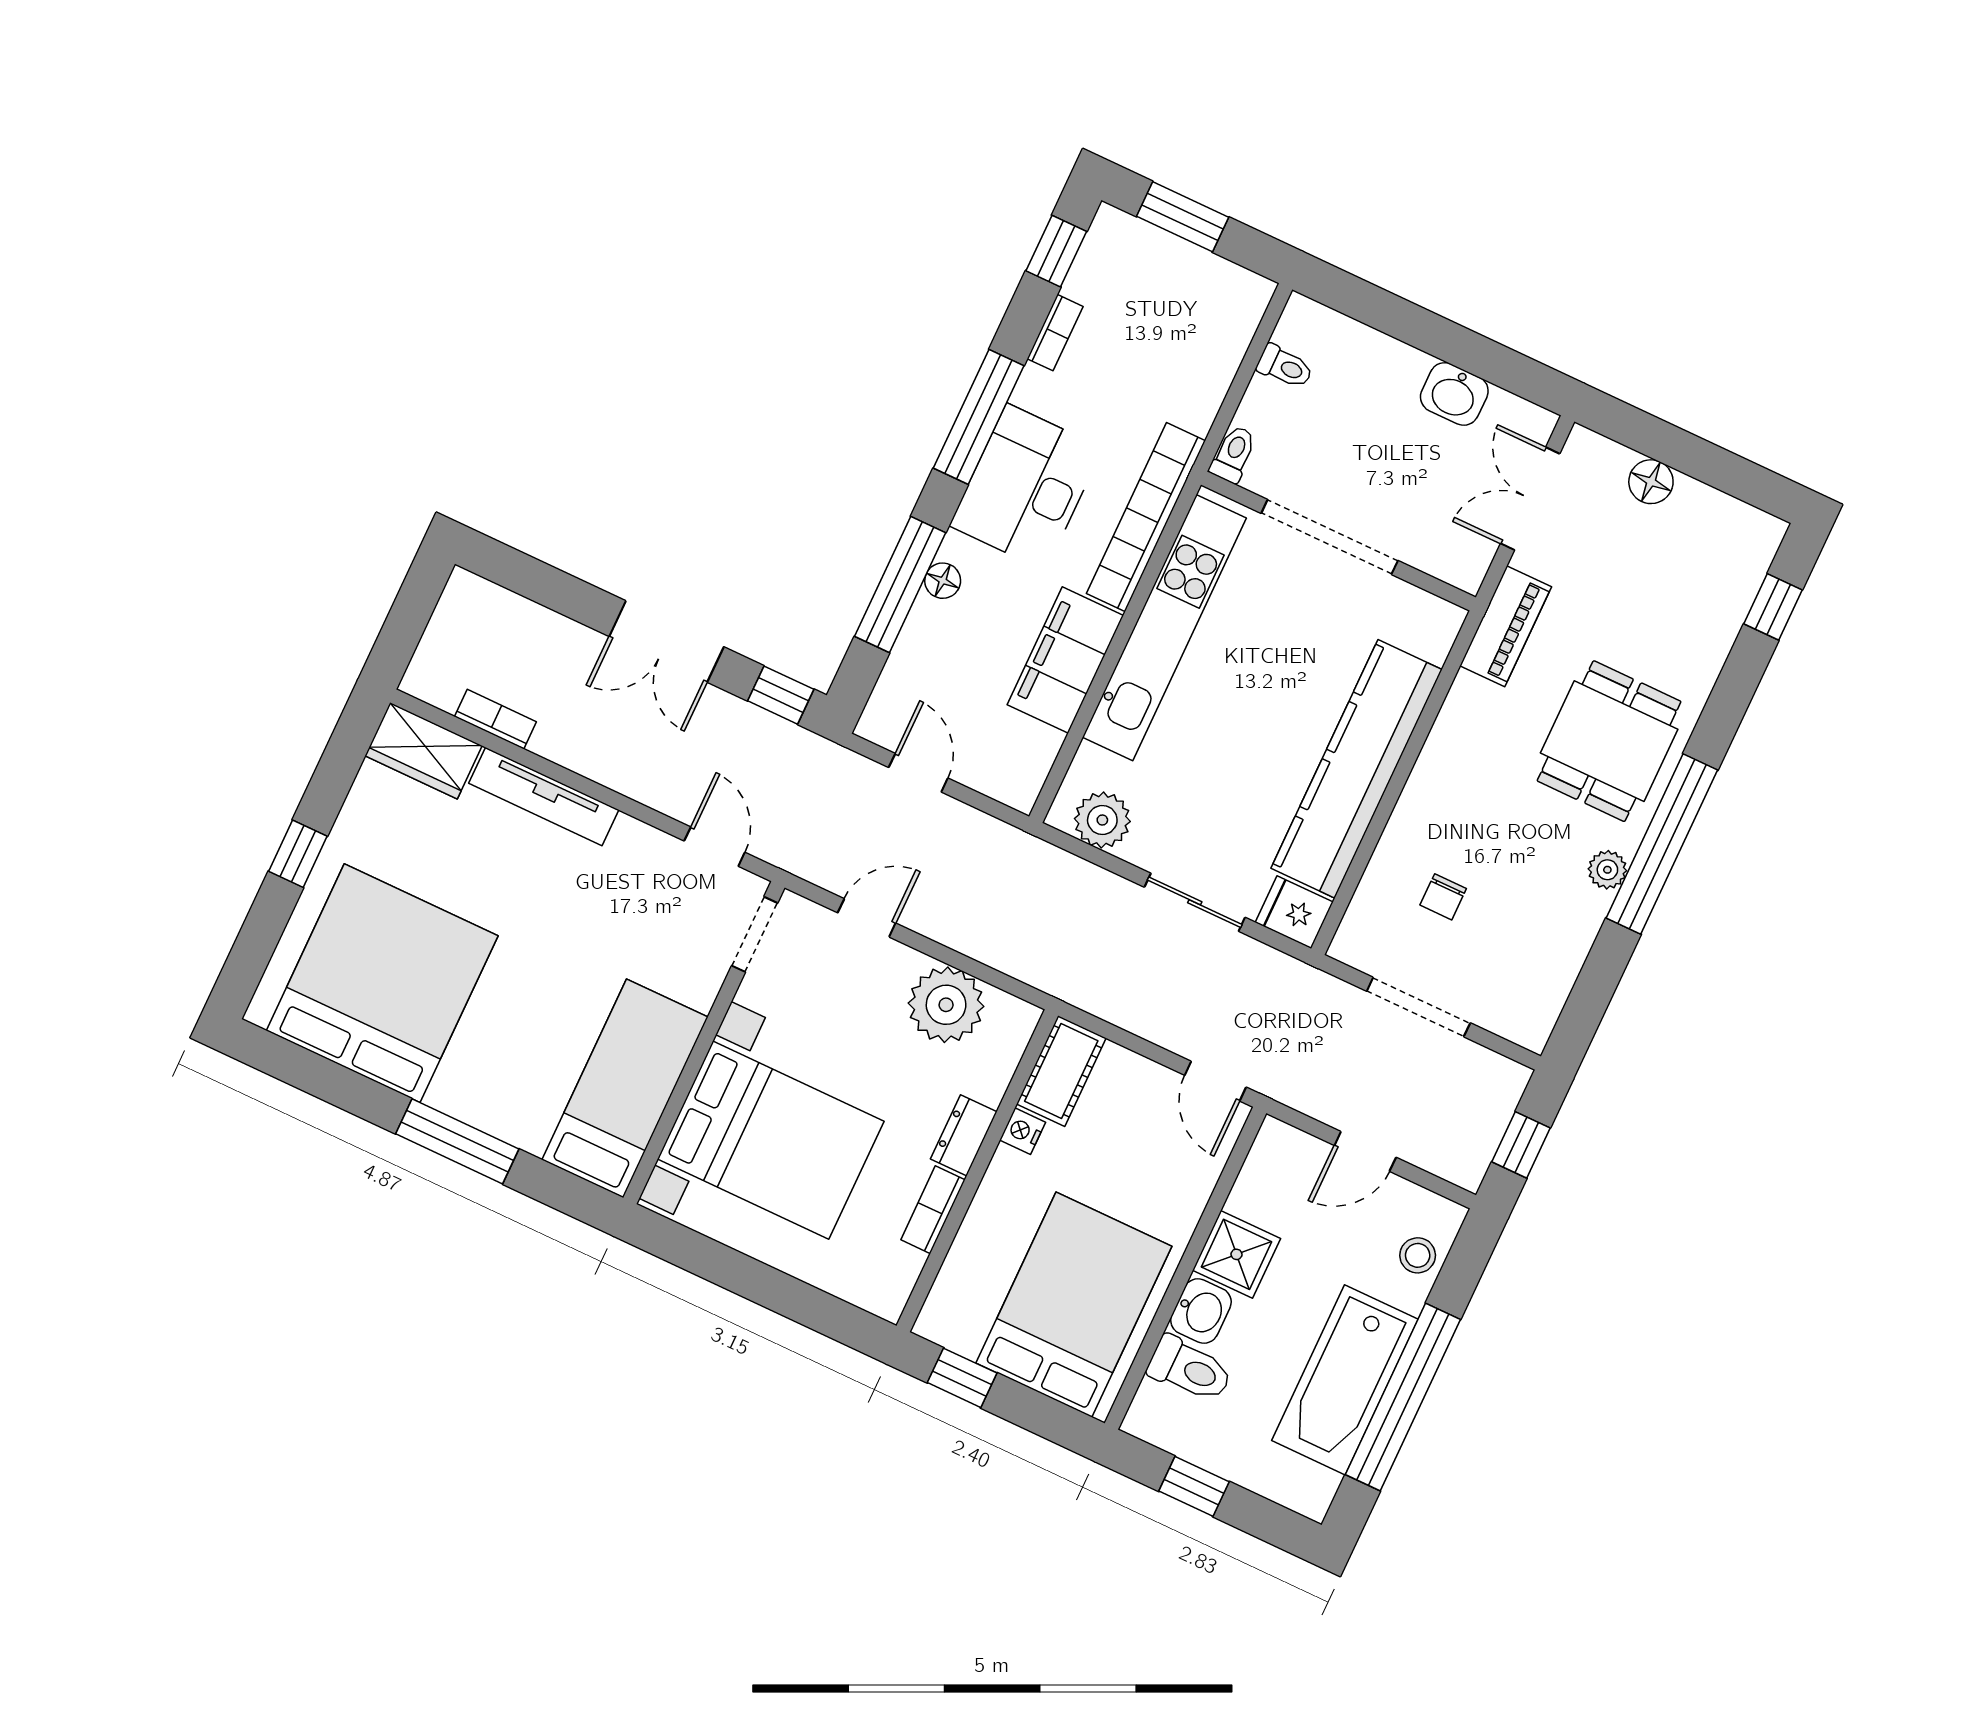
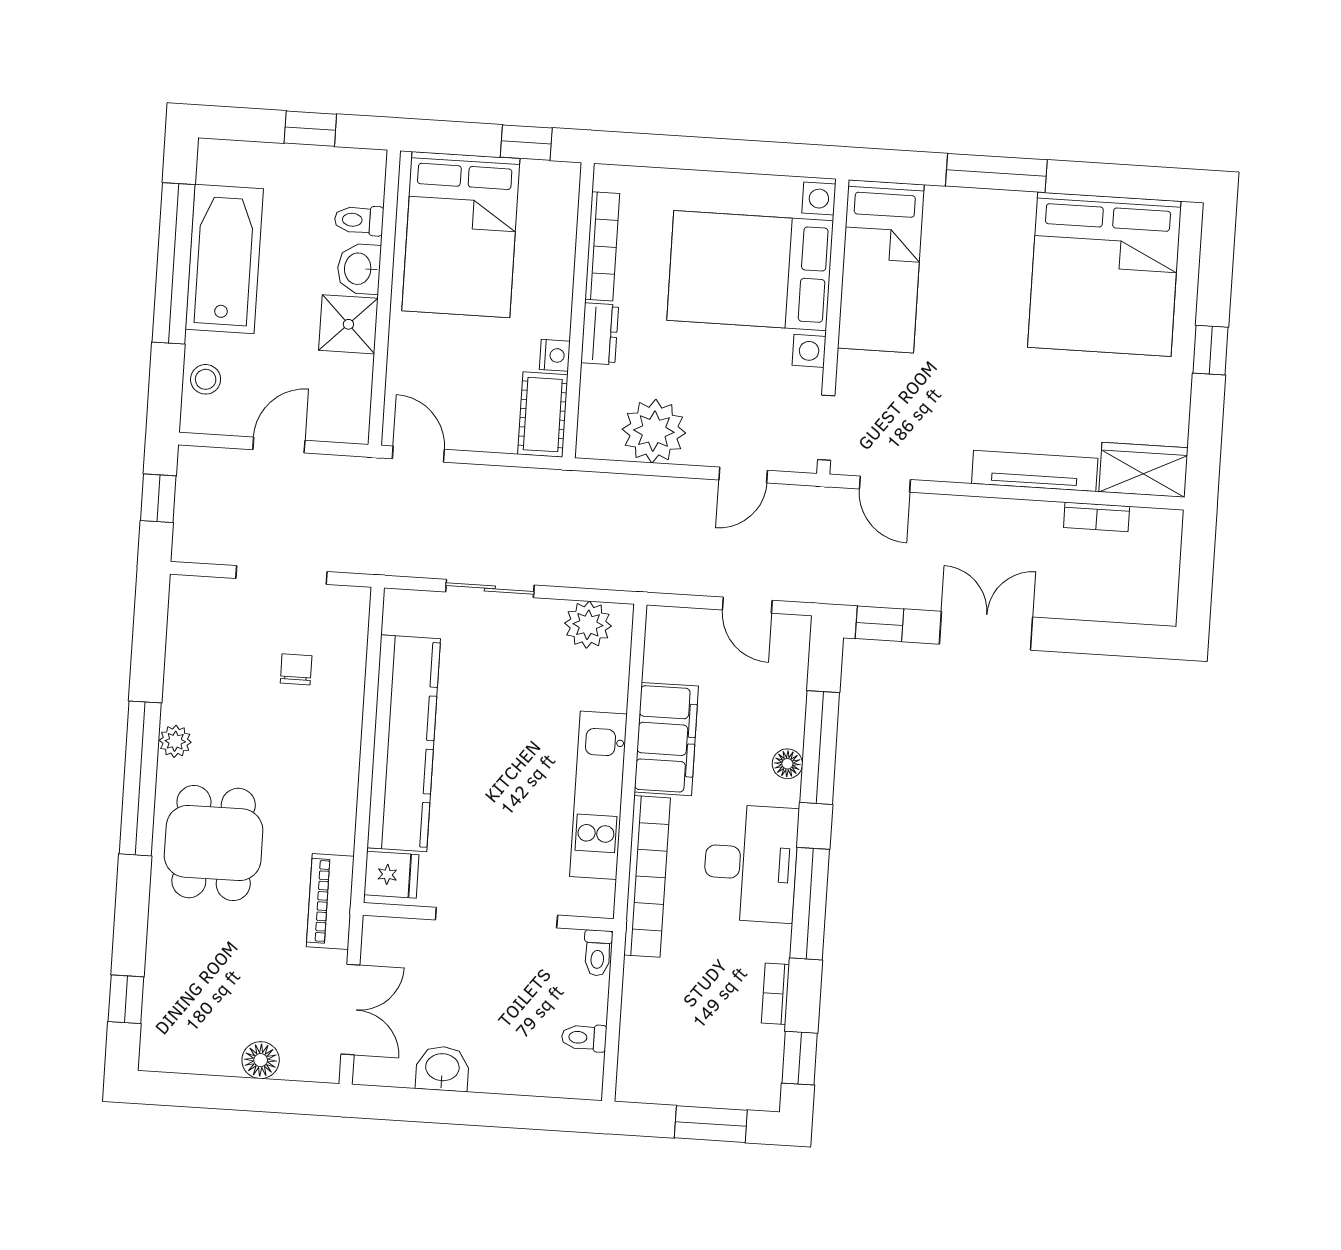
kitchen unit: (1164, 628) -> (598, 795), width x0.73
fridge: (1294, 912) -> (391, 875), moved
bookcase: (933, 1210) -> (602, 246), width x1.56
toilet: (1190, 1369) -> (359, 220), width x0.73, depth x0.72

